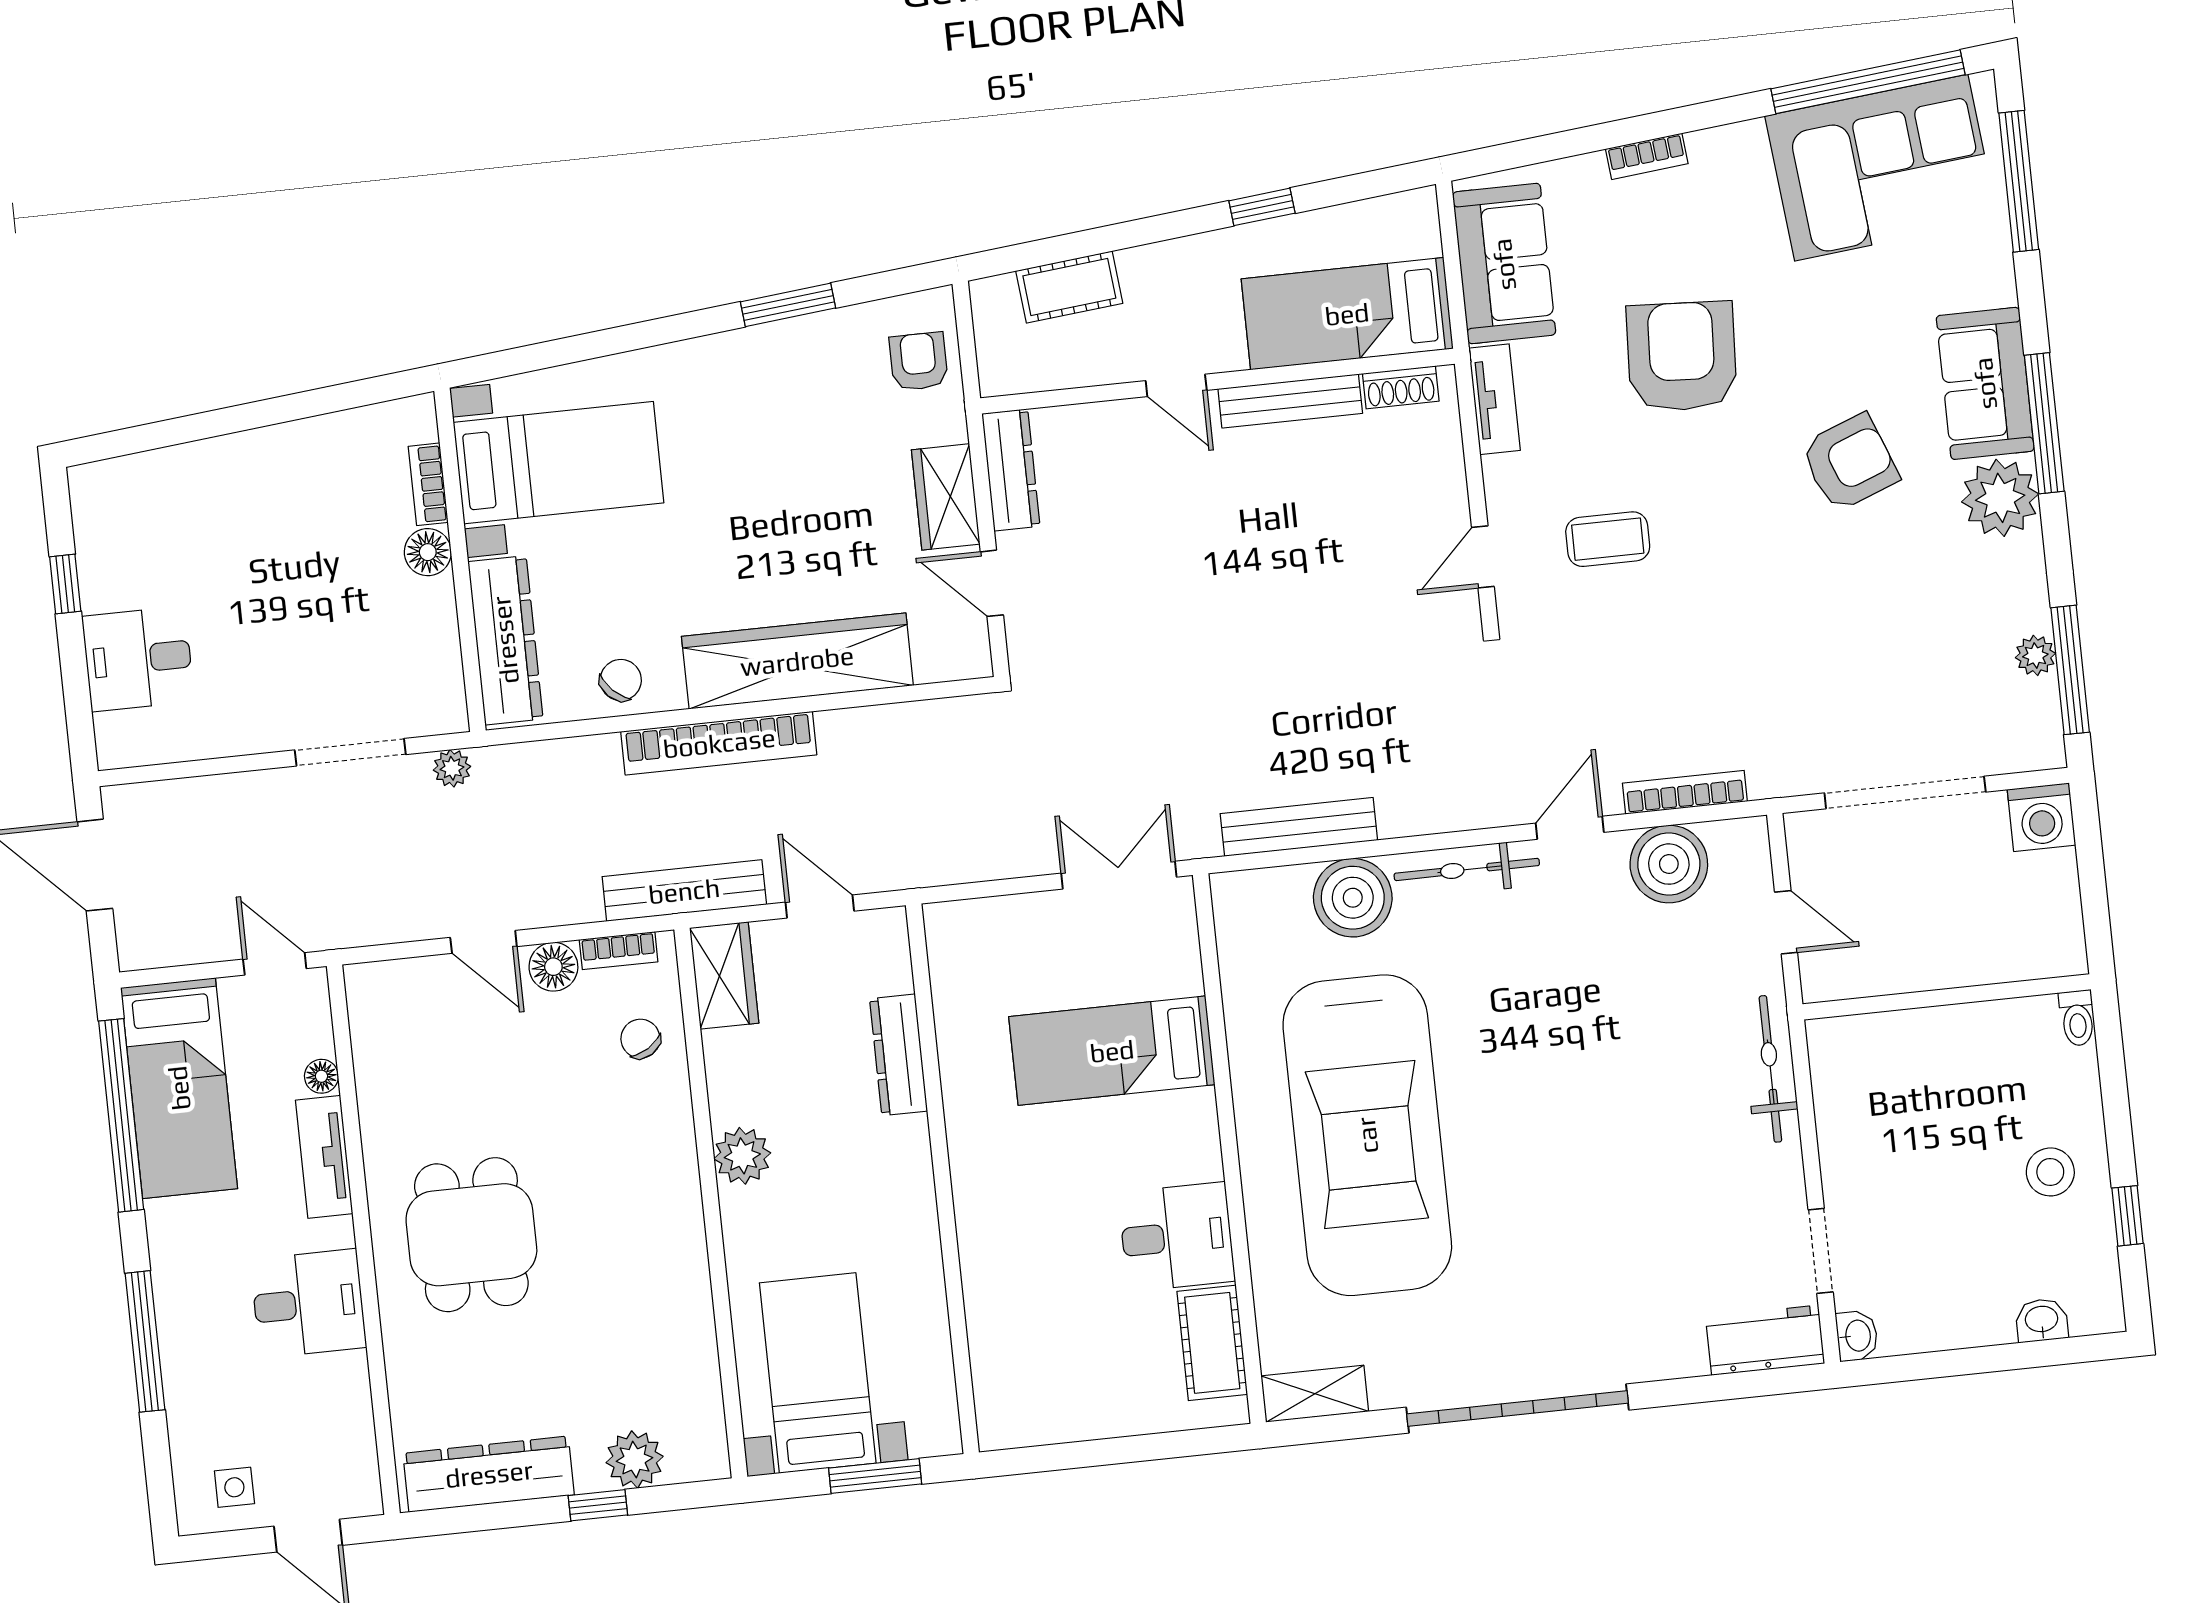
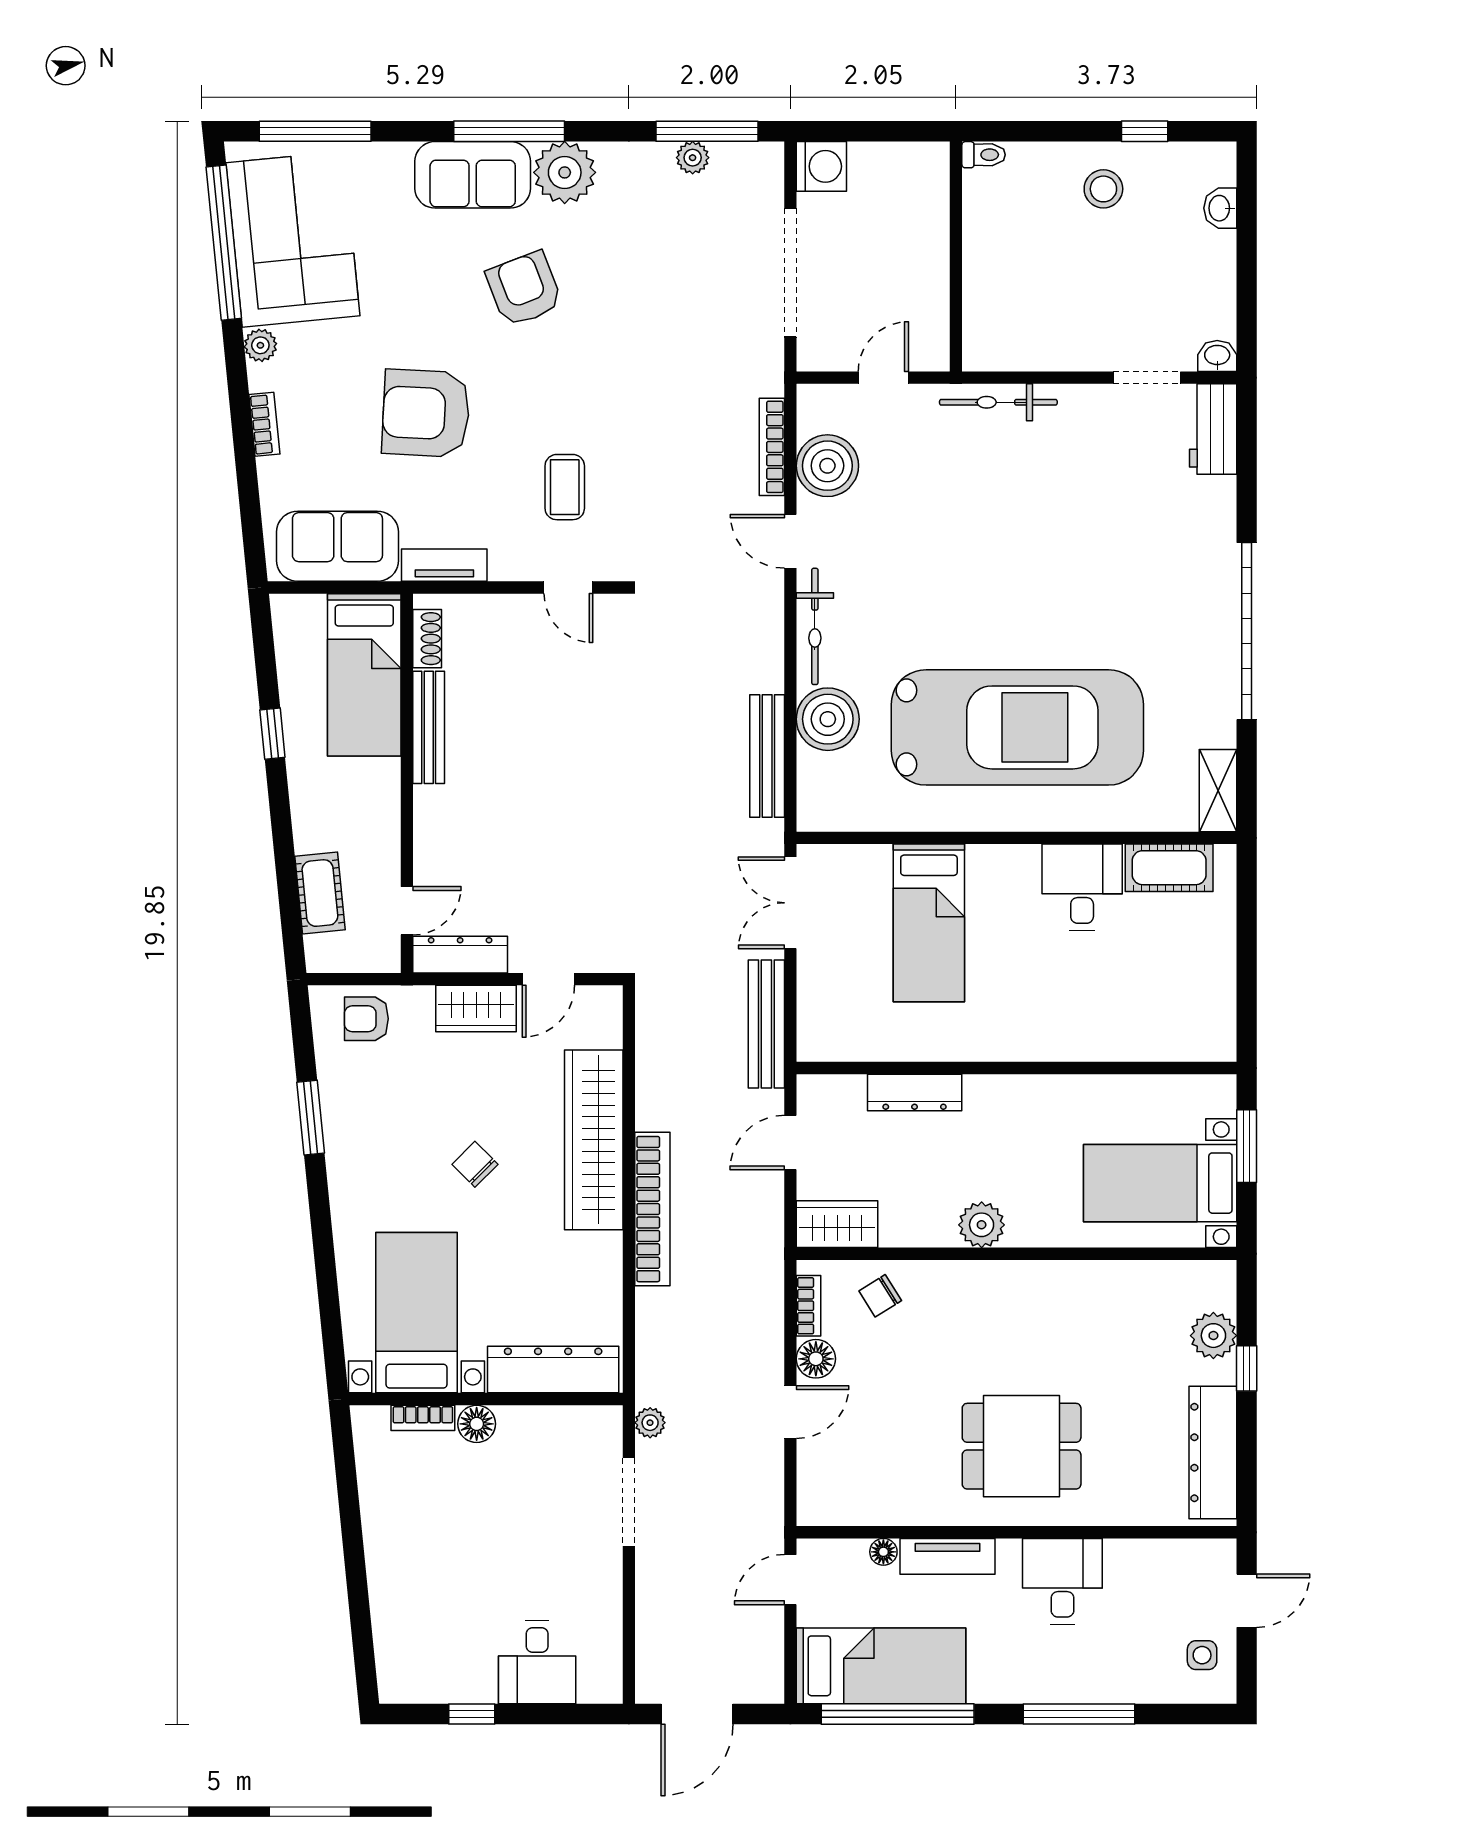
plant: (1745, 141) -> (260, 345), added
door: (1176, 385) -> (407, 911), moved
chair: (621, 680) -> (475, 1164), moved
bench: (684, 891) -> (766, 1024), moved

